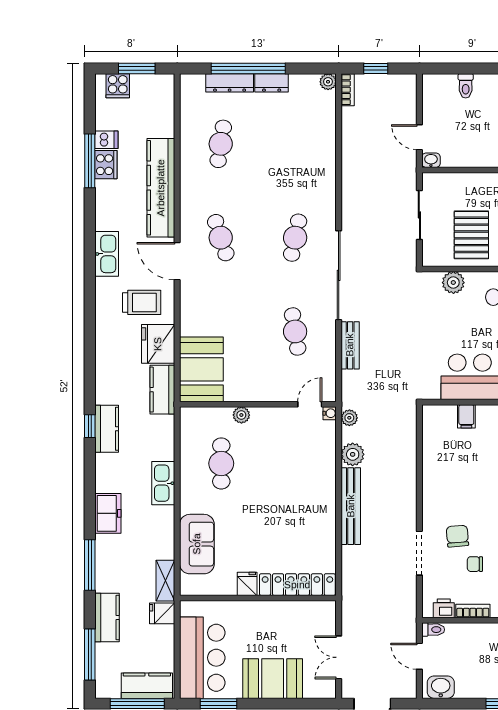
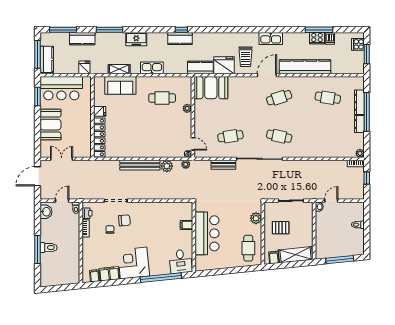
pallet: (471, 235) -> (281, 228), width x0.67, depth x0.71
shelving: (165, 581) -> (119, 69), moved

